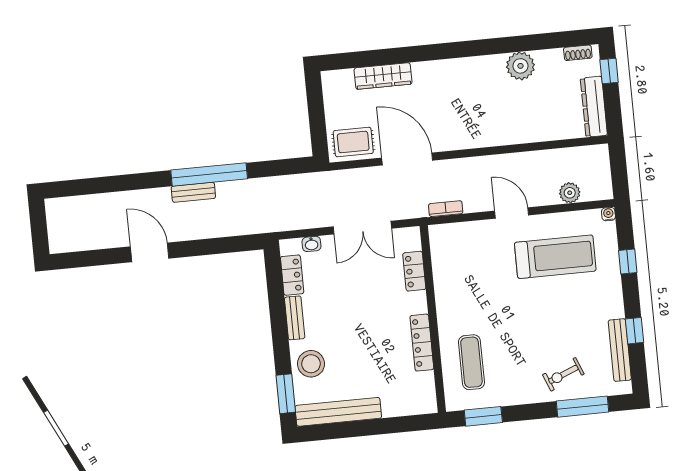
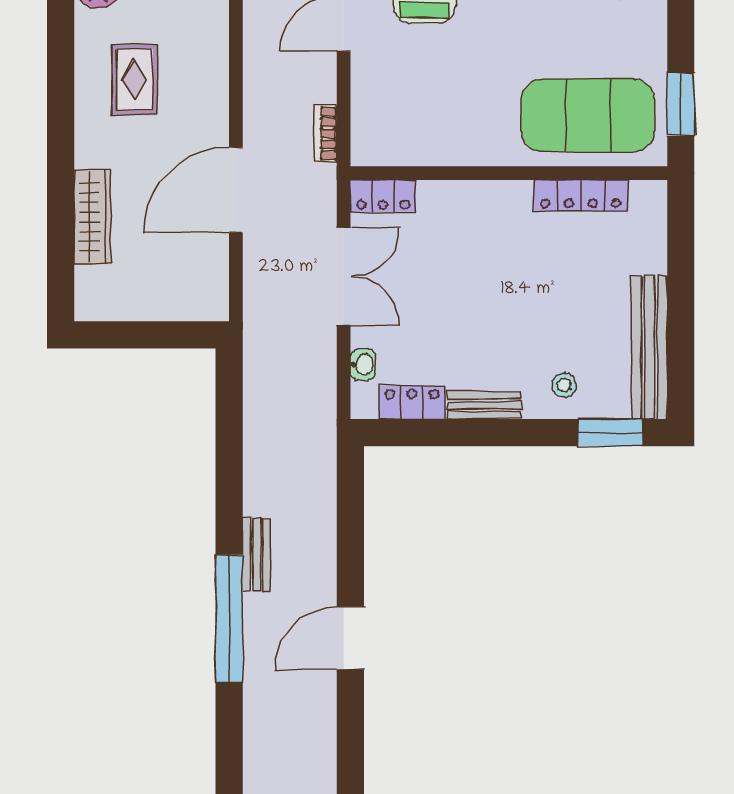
rug: (353, 142) -> (135, 80), moved
window: (209, 174) -> (229, 619), moved
locker: (414, 271) -> (383, 196), moved
locker: (422, 343) -> (581, 196), moved
exercise mat: (471, 362) -> (588, 115), width x2.00, depth x1.45
stool: (311, 364) -> (564, 385), width x0.53, depth x0.53

